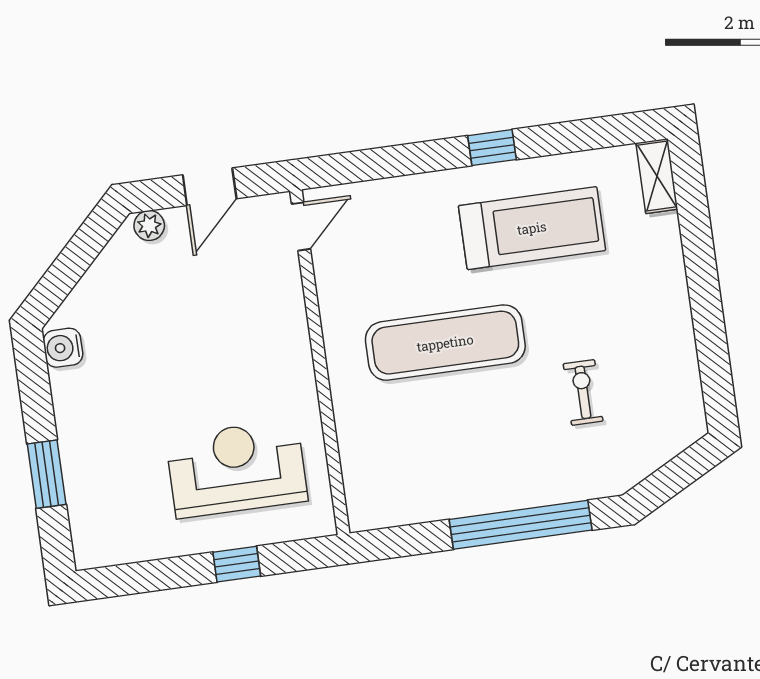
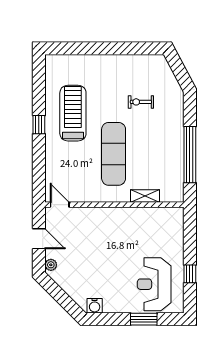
shelving: (657, 176) -> (145, 196), moved
reception desk: (237, 469) -> (154, 284), moved
window: (521, 525) -> (190, 155), moved
window: (237, 564) -> (190, 274), moved

